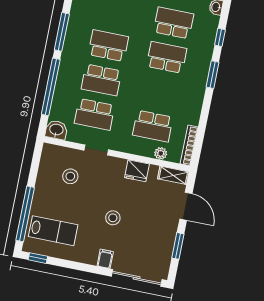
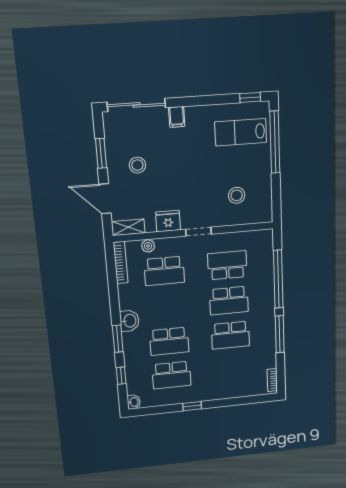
school desk: (101, 80) -> (229, 301), turned 180
school desk: (153, 126) -> (164, 271), turned 180
washbasin: (56, 130) -> (129, 321), moved, turned -90
doorway: (96, 150) -> (198, 232), moved
stool: (113, 218) -> (137, 165), moved

